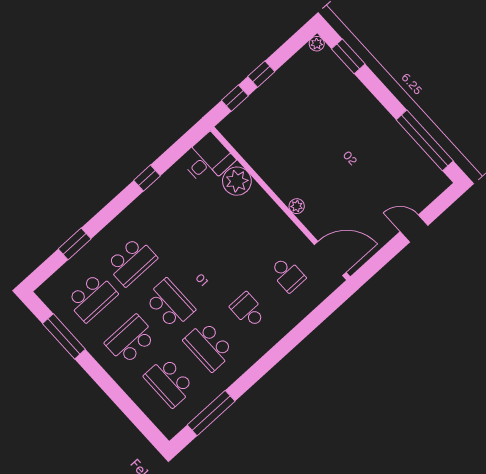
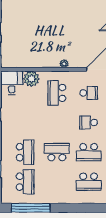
window: (64, 336) -> (31, 208), width x1.46
school desk: (131, 340) -> (57, 93), moved

